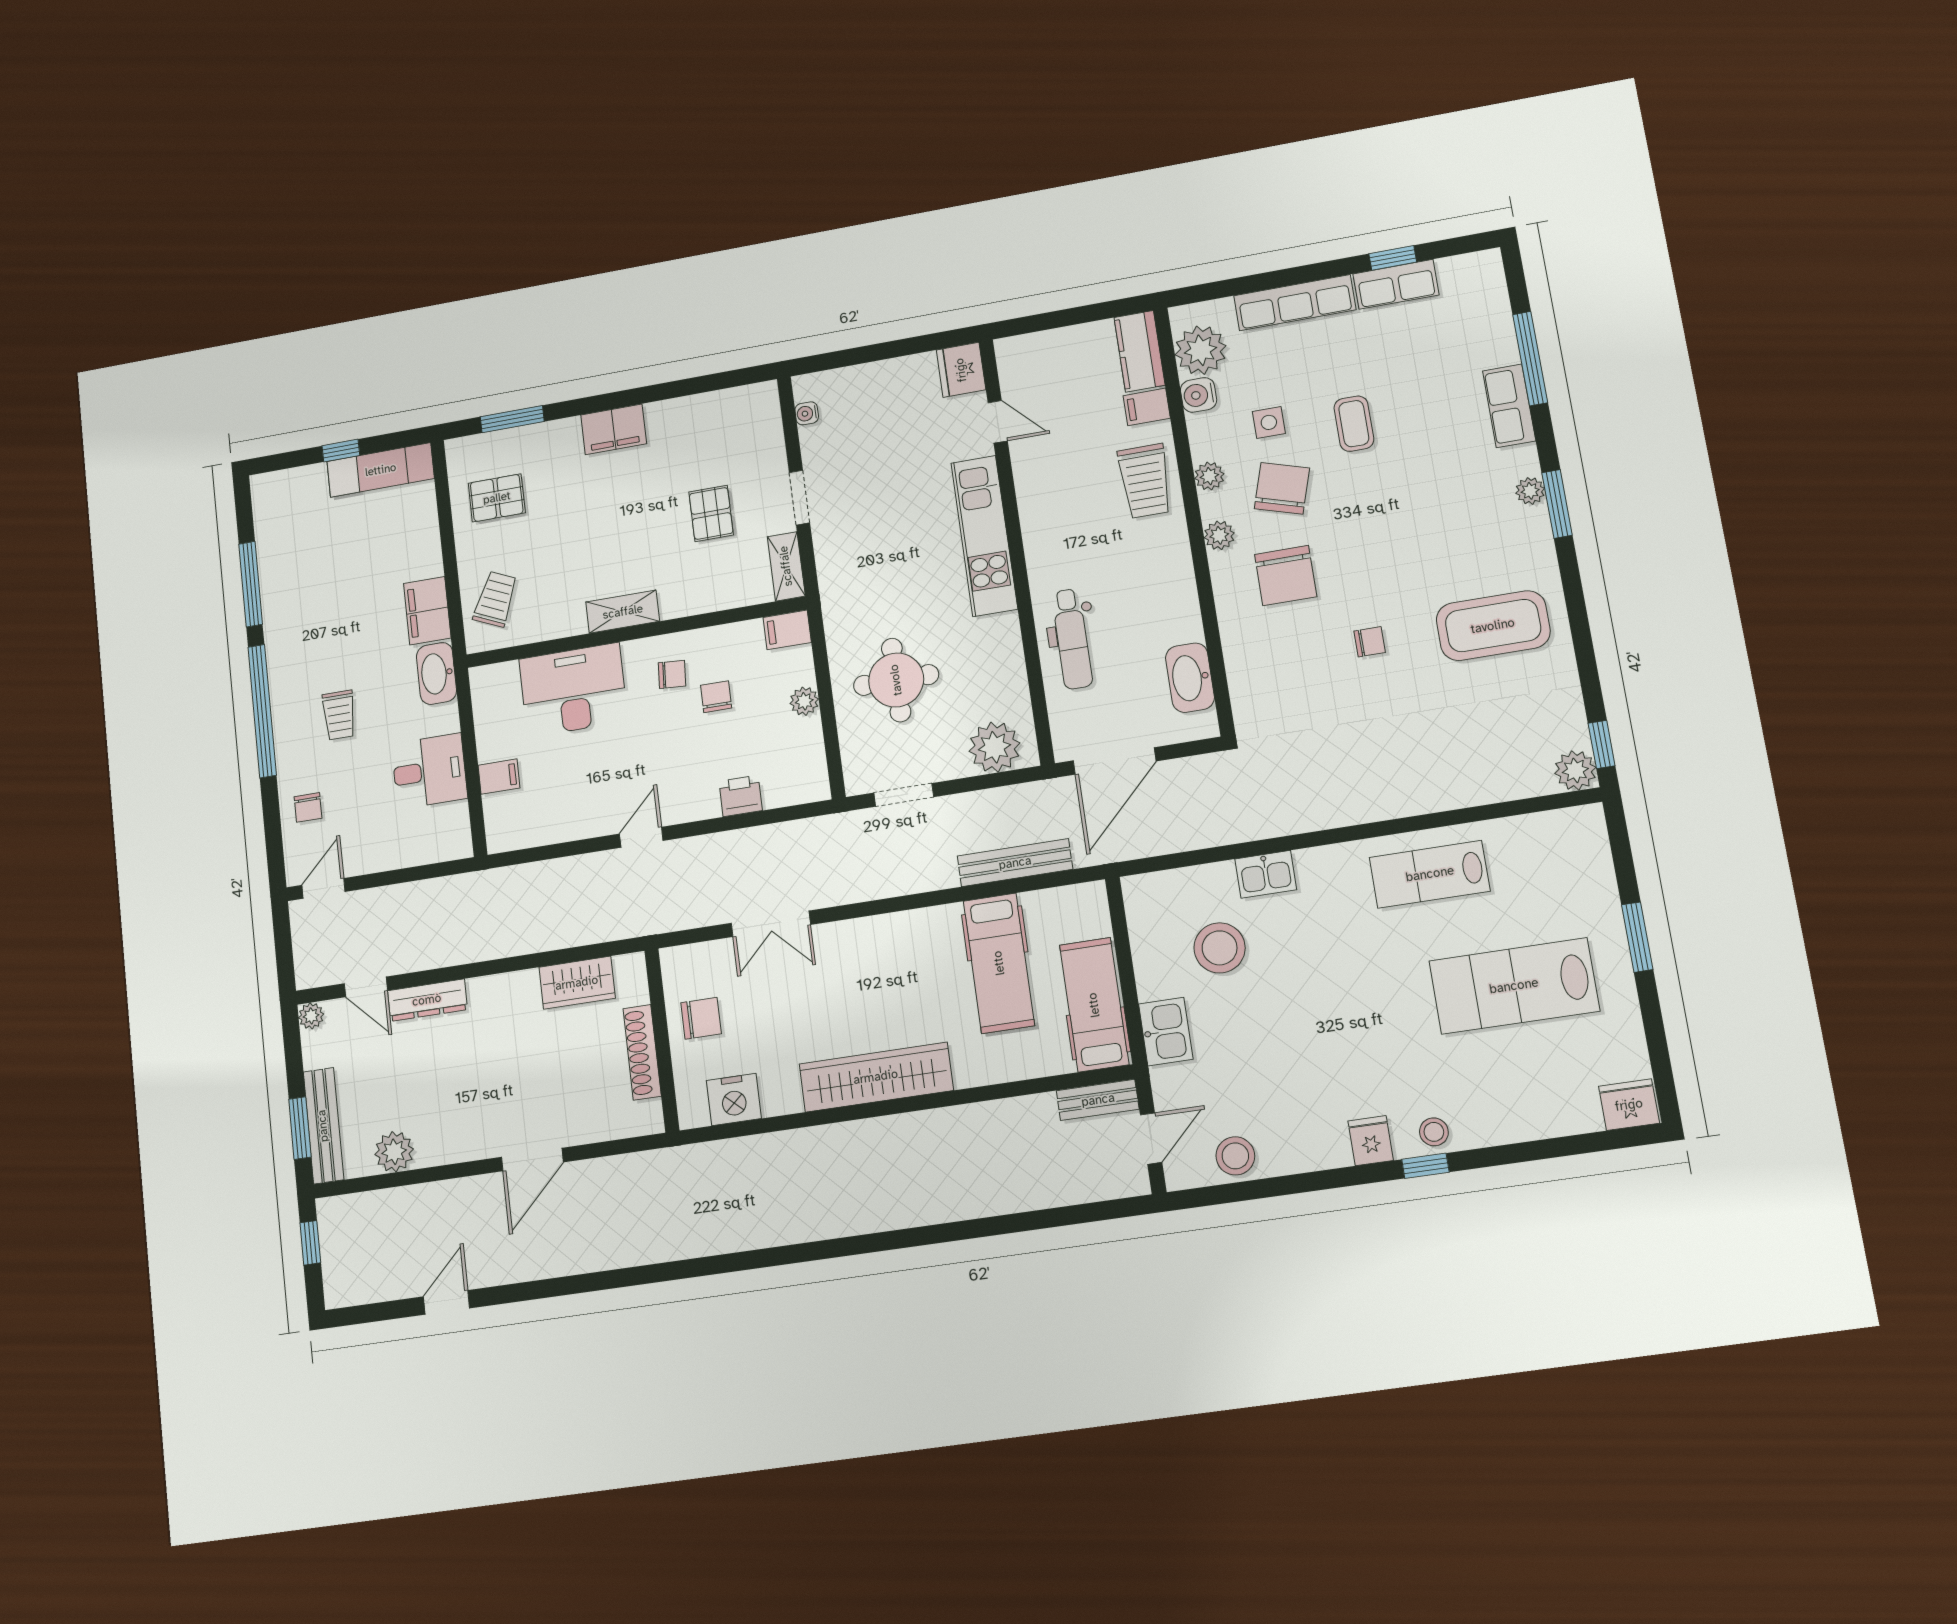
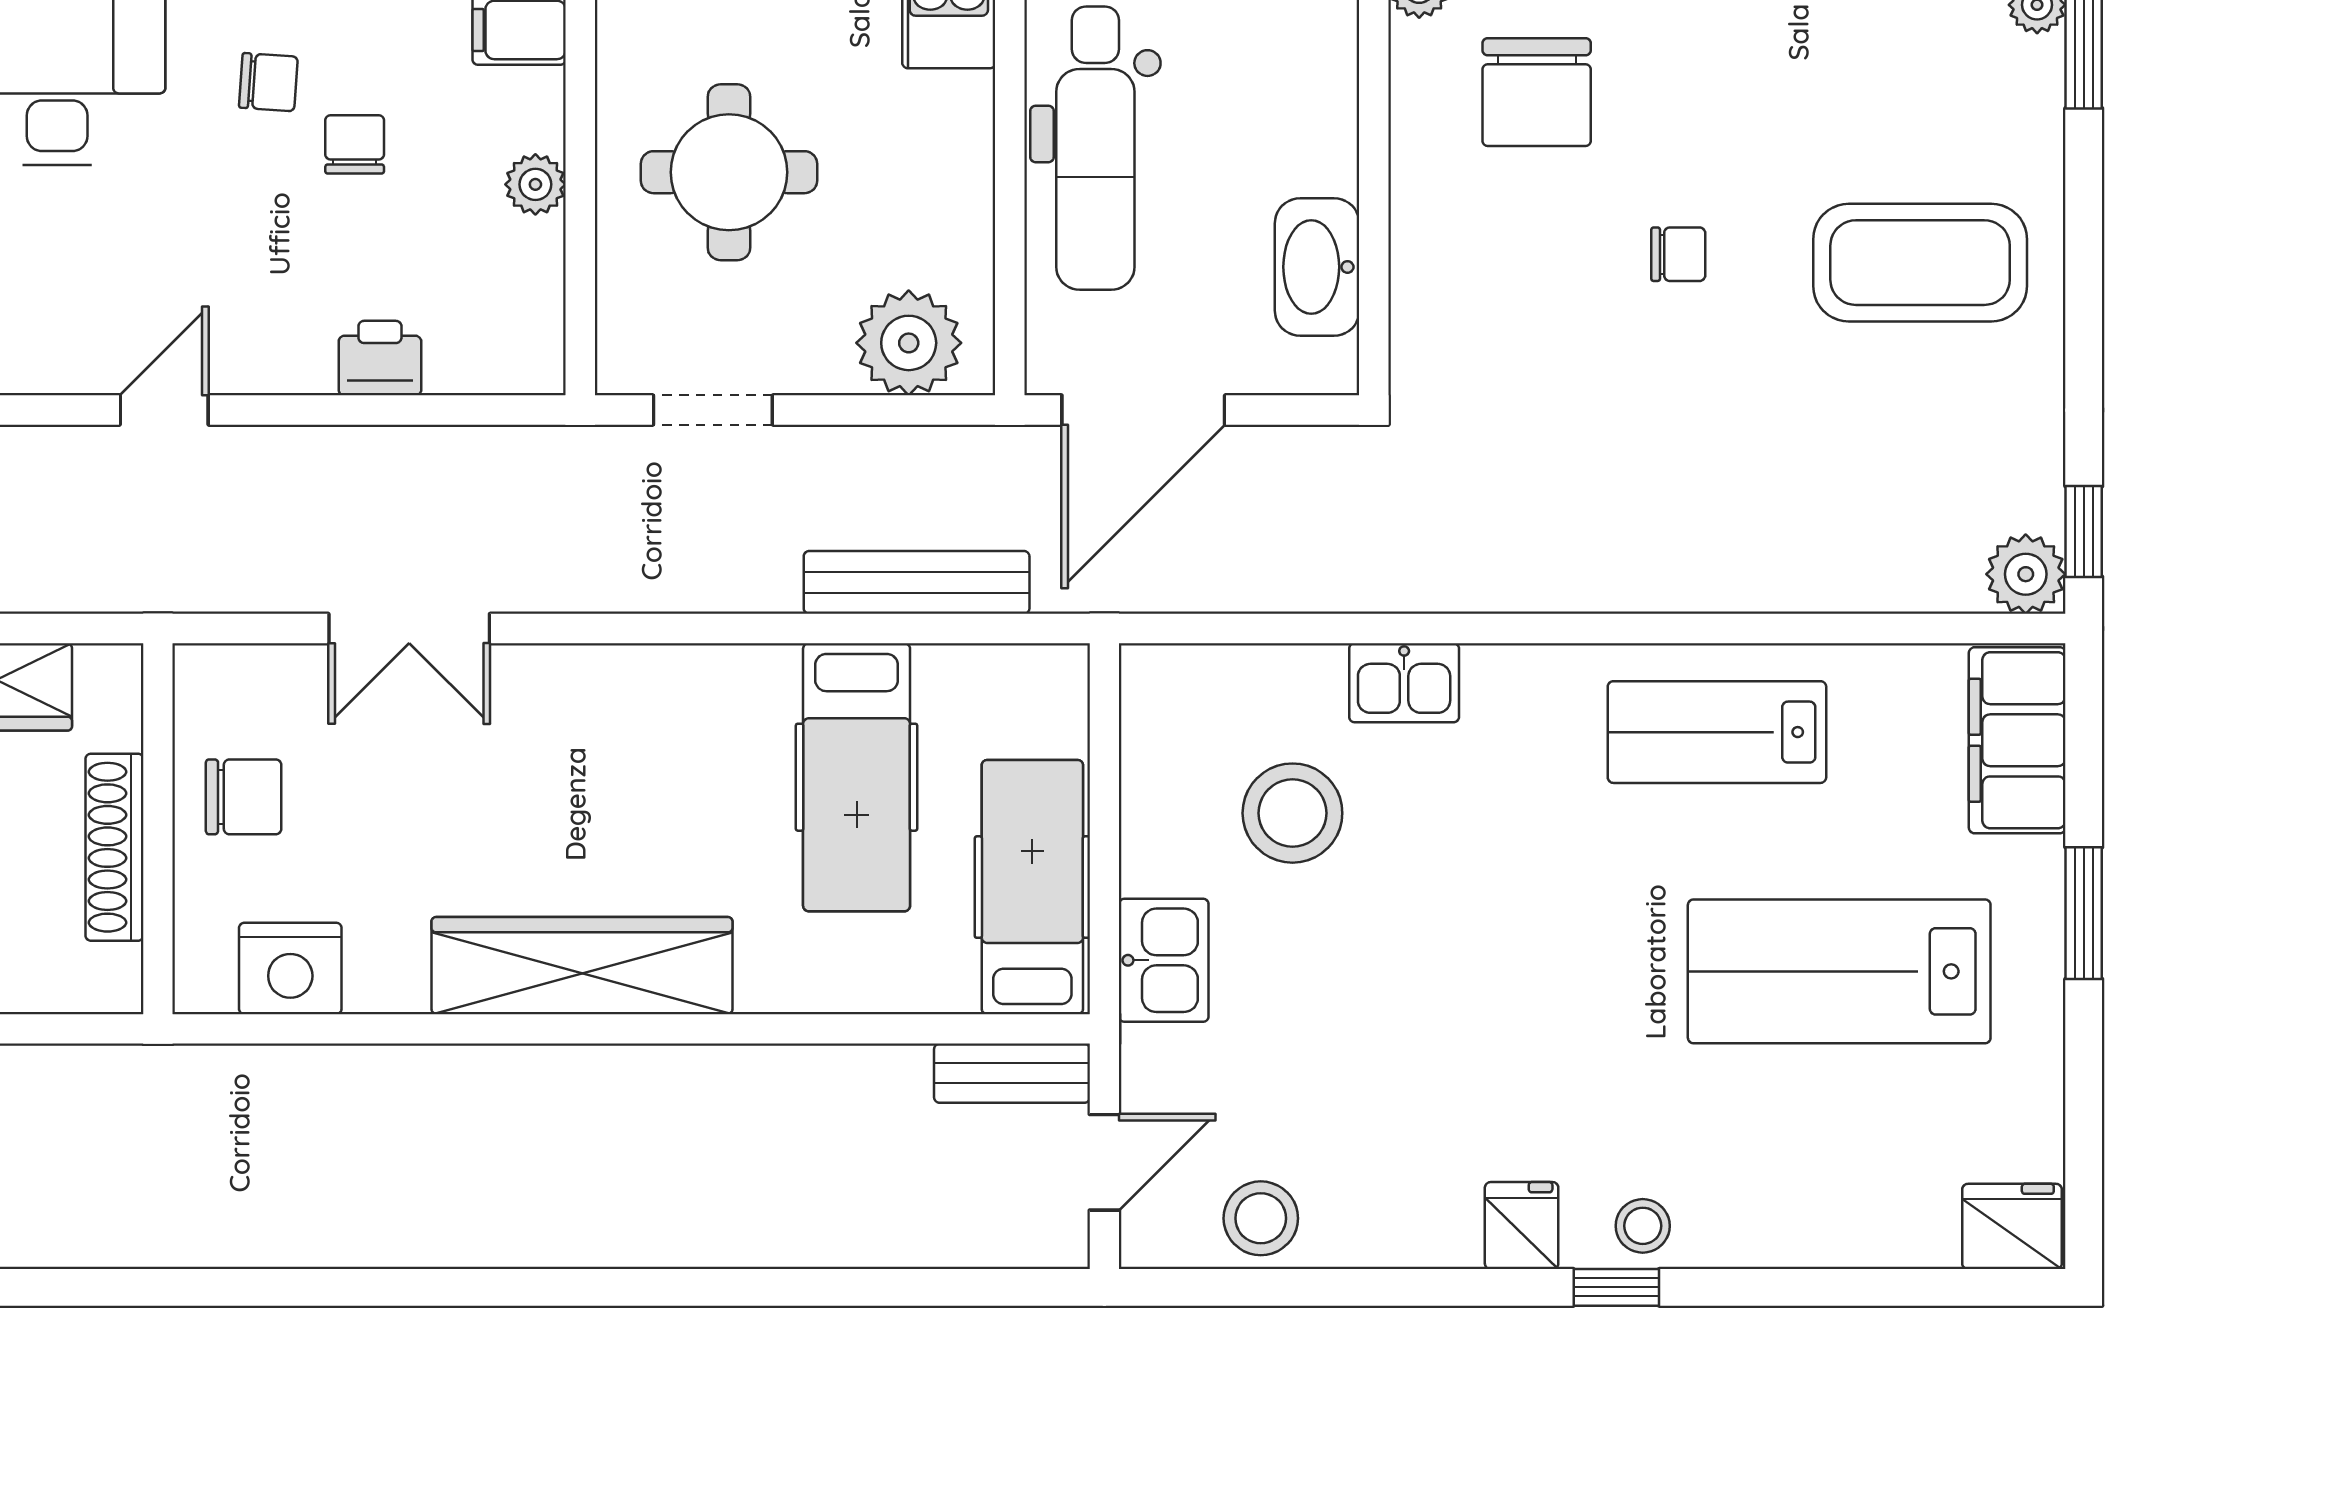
dental chair: (1072, 639) -> (1095, 148), width x1.36, depth x1.38
filing cabinet: (1586, 855) -> (2017, 740), added

